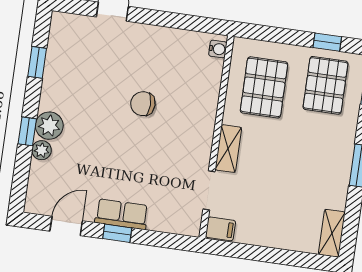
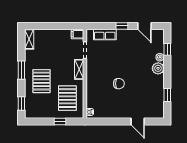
window: (327, 42) -> (60, 122), moved
pallet: (326, 85) -> (41, 81), moved
window: (27, 131) -> (167, 49), moved
row of seats: (122, 214) -> (105, 34), moved
door: (66, 226) -> (145, 26), hinge flipped

